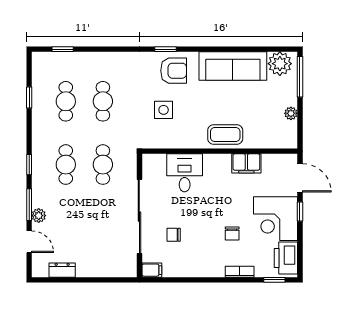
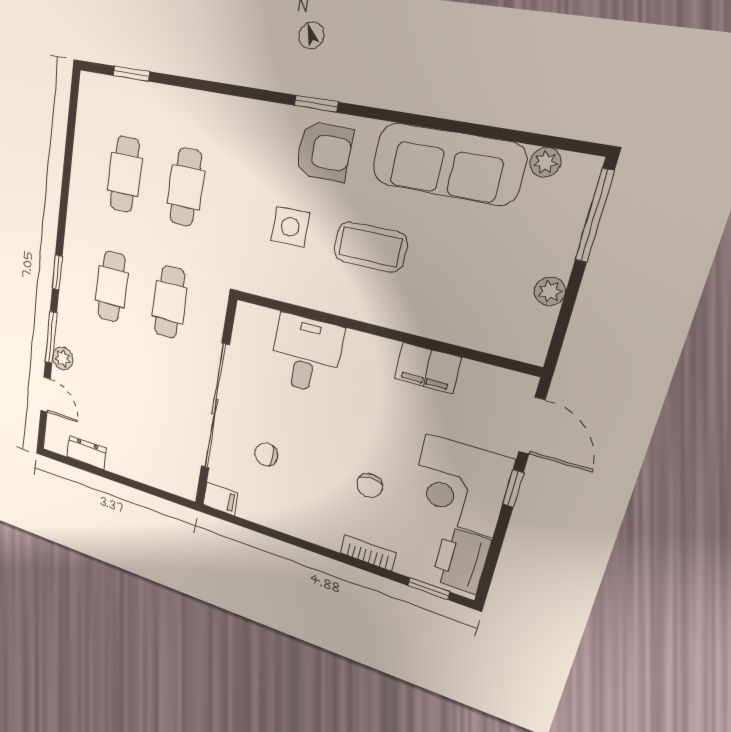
plant: (280, 64) -> (545, 162), width x0.53, depth x0.53
window: (29, 97) -> (68, 156), removed
coffee table: (225, 135) -> (370, 247), moved

